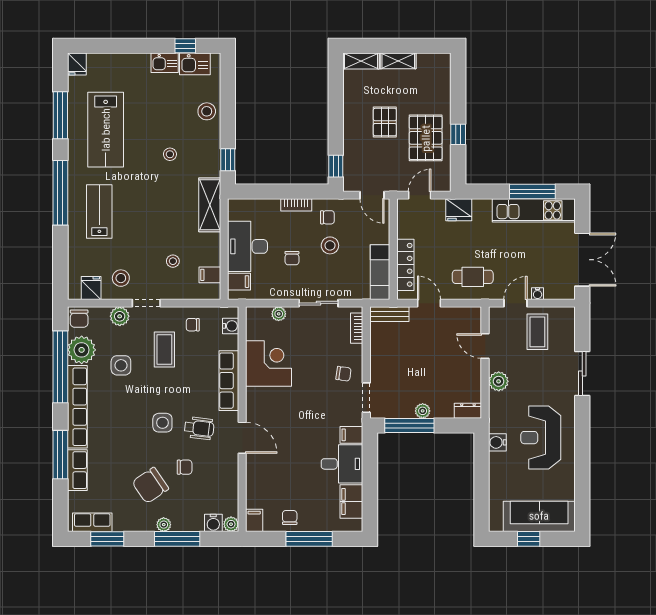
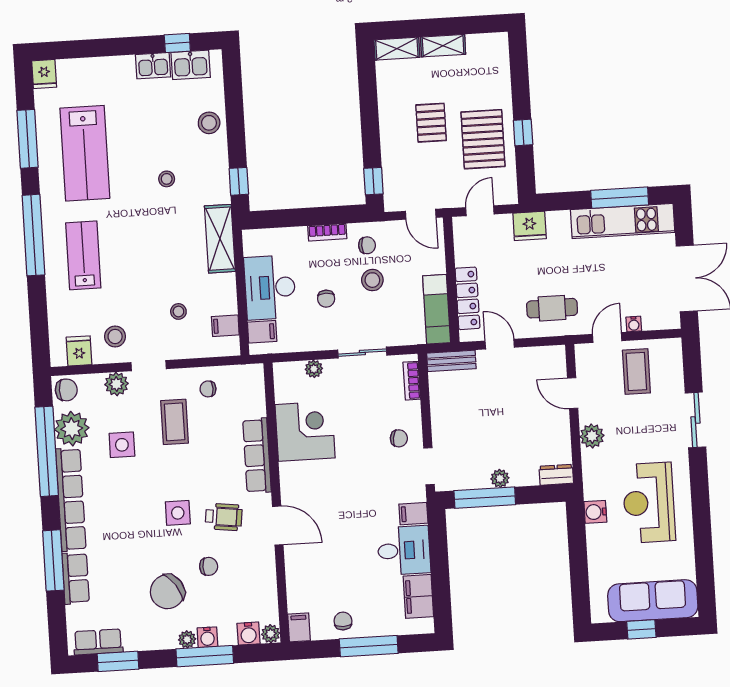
chair: (79, 319) -> (66, 390), turned -90
water cooler: (231, 326) -> (207, 637), moved, turned 90

